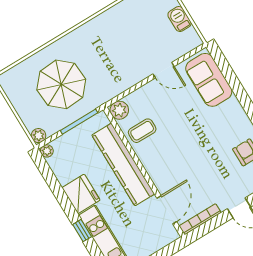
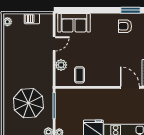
plant: (119, 110) -> (61, 65), moved
kitchen counter: (123, 164) -> (91, 96), removed

